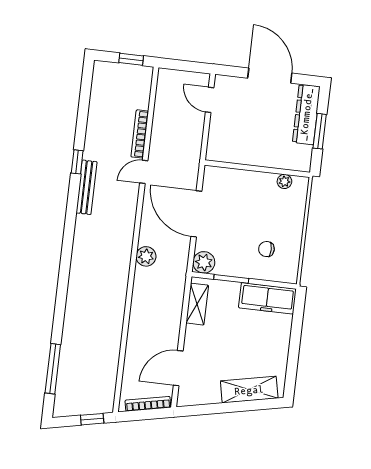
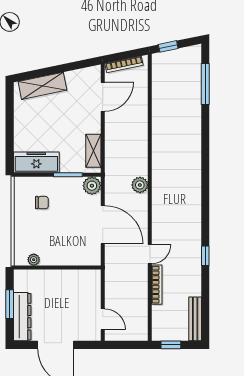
bench: (87, 187) -> (195, 319), moved

